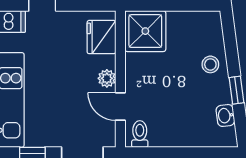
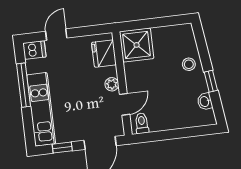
door: (120, 107) -> (125, 104), swing flipped

